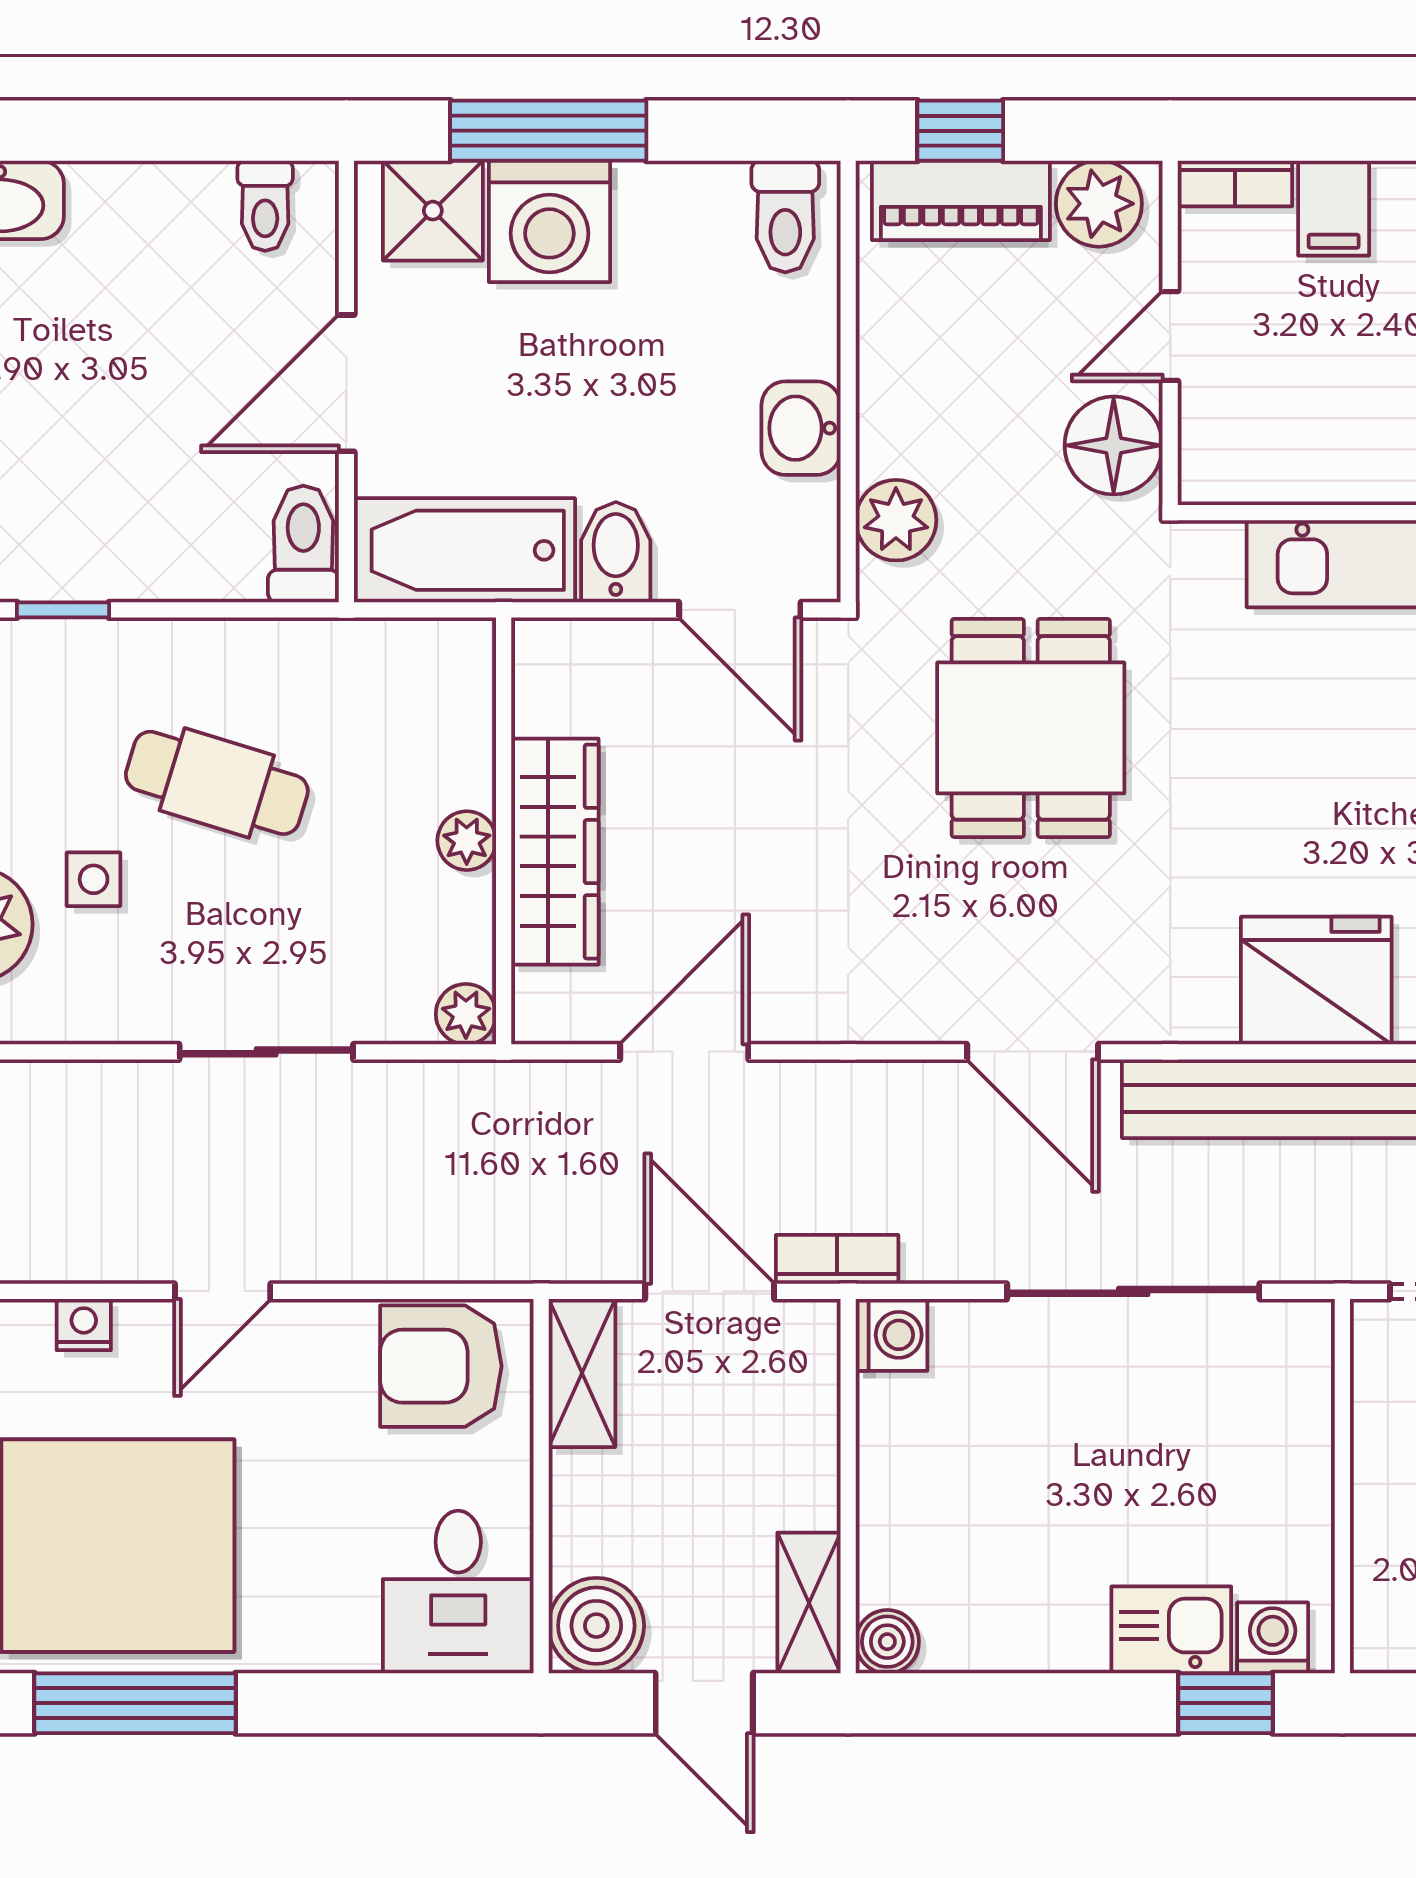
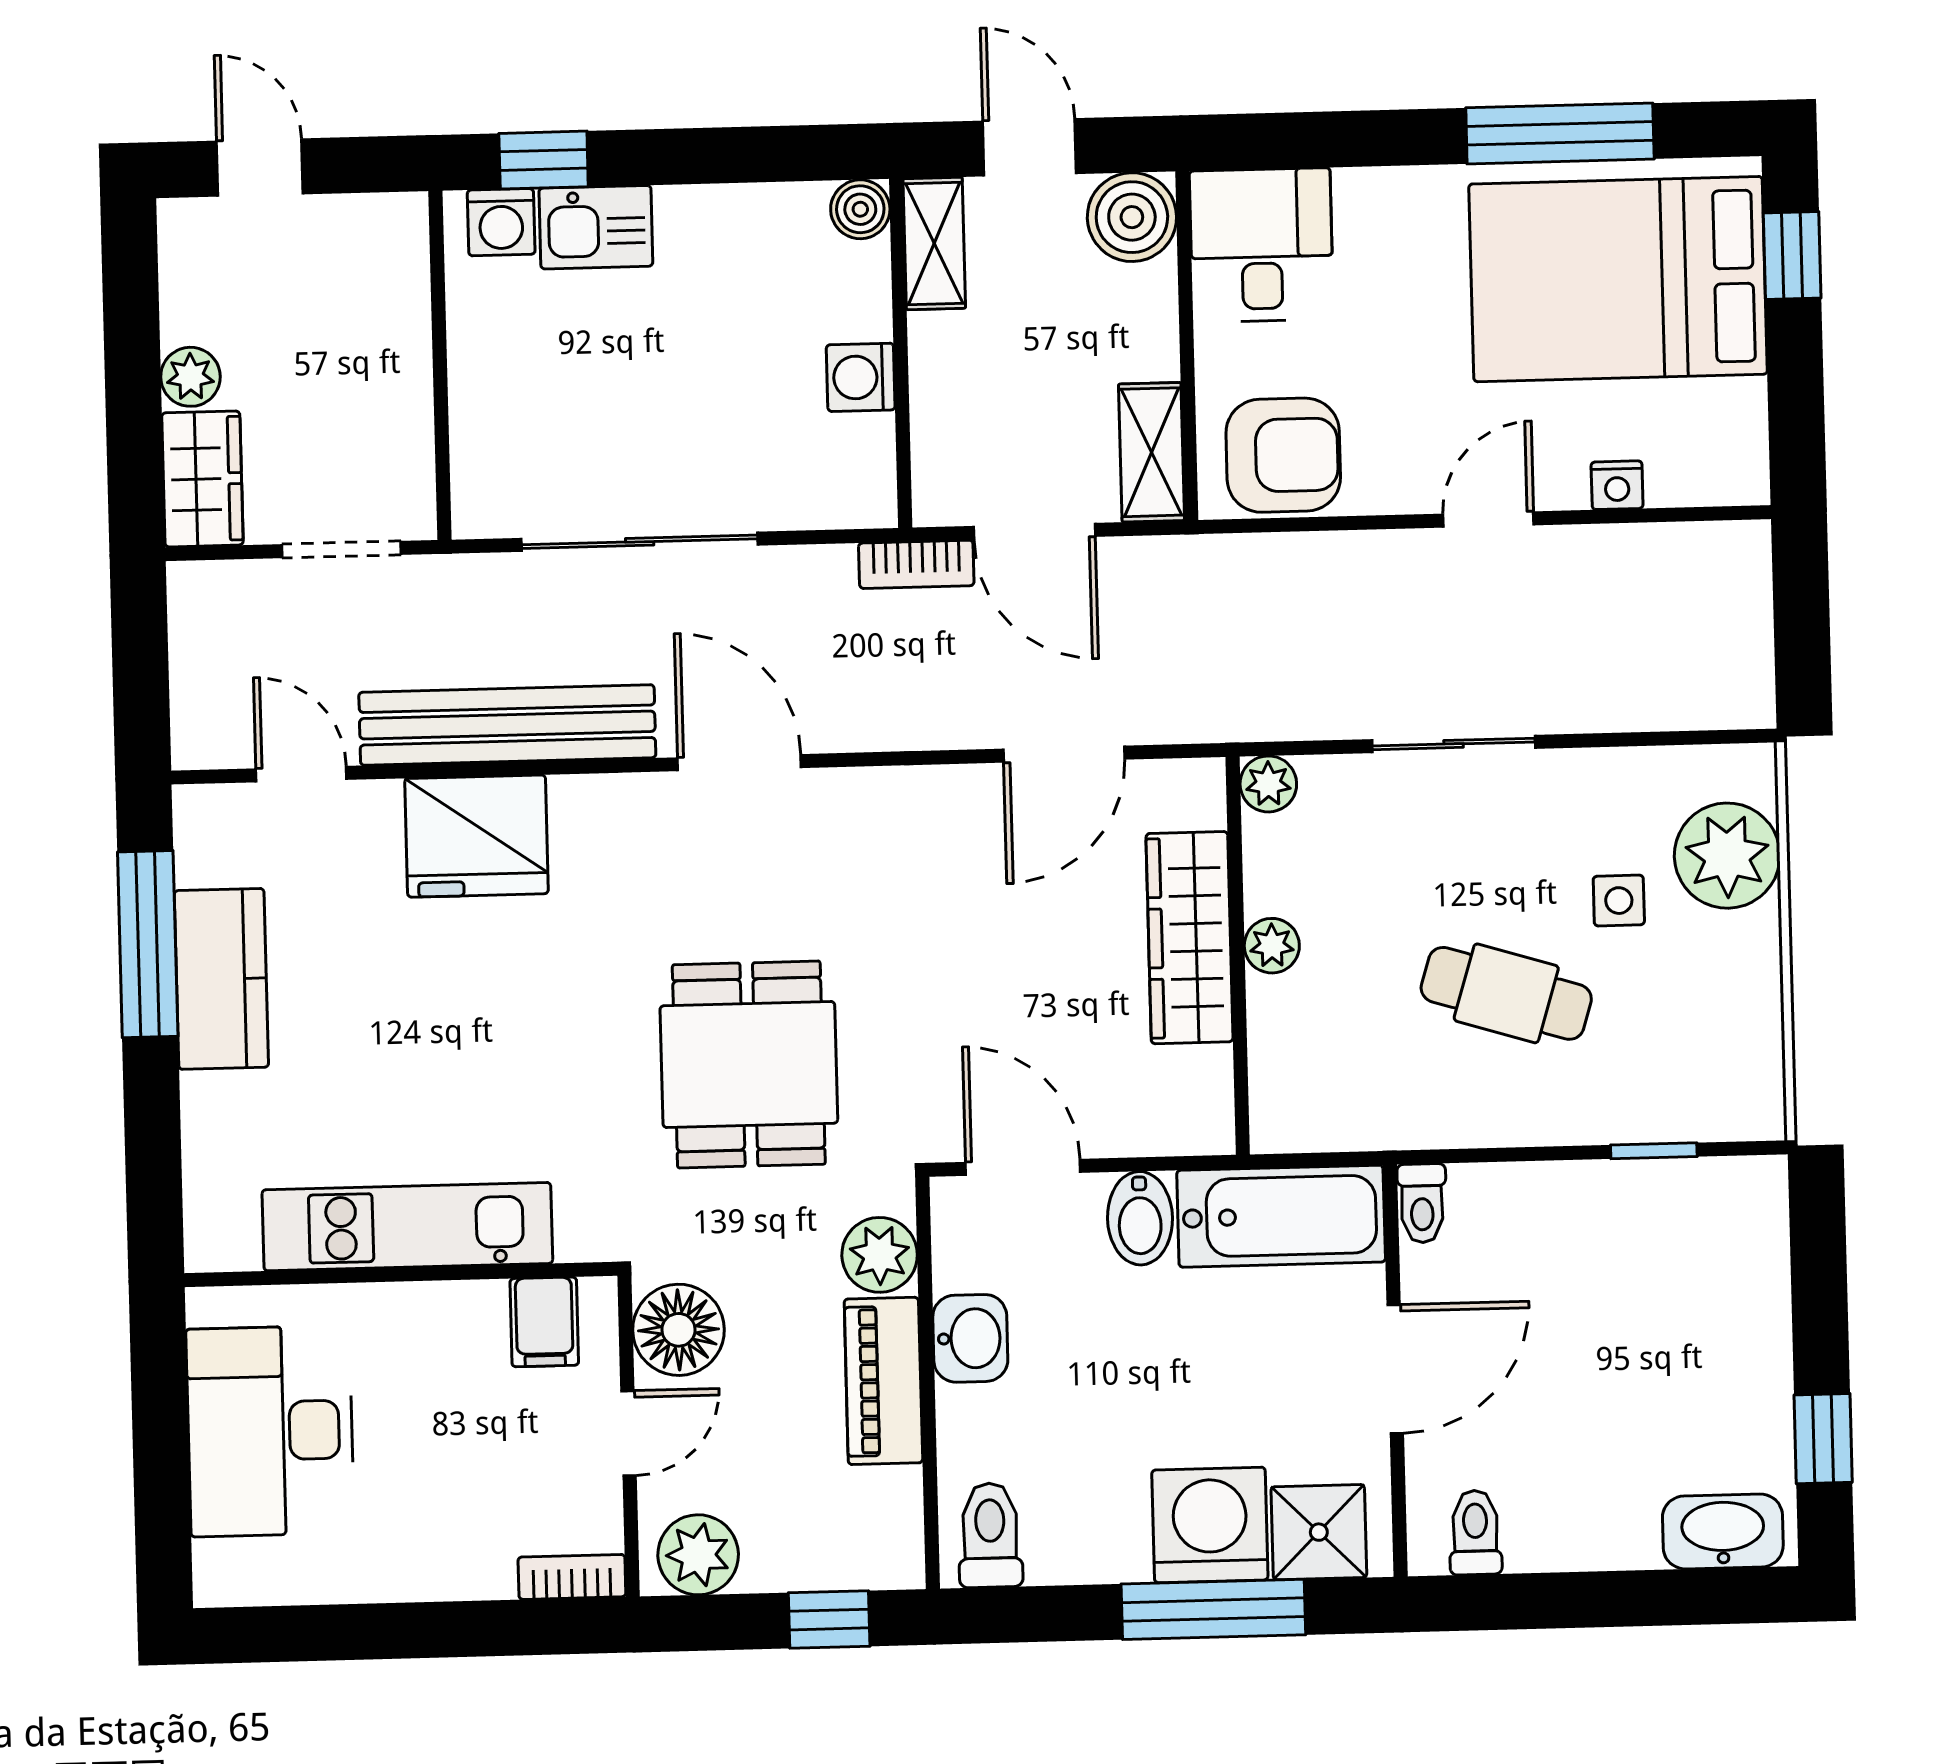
piano: (961, 200) -> (883, 1381), moved, turned -90
filing cabinet: (1334, 208) -> (544, 1322), moved, turned 180
toilet: (303, 544) -> (1422, 1203), width x0.73, depth x0.72
washing machine: (892, 1335) -> (861, 377), moved

